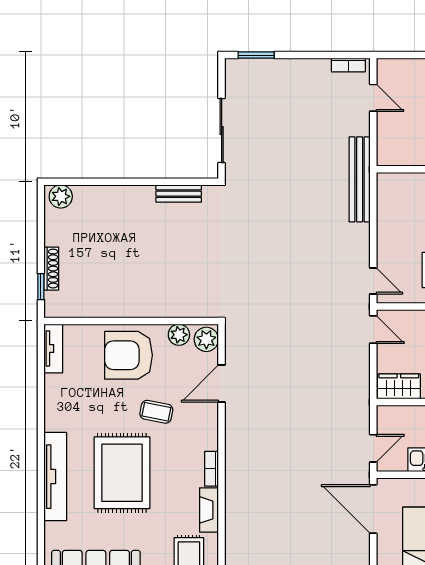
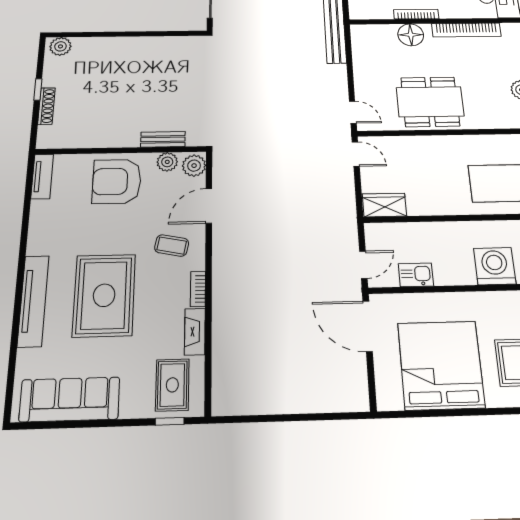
bench: (179, 194) -> (163, 139), moved
window: (41, 287) -> (38, 89), moved
coffee table: (156, 412) -> (172, 246), moved

